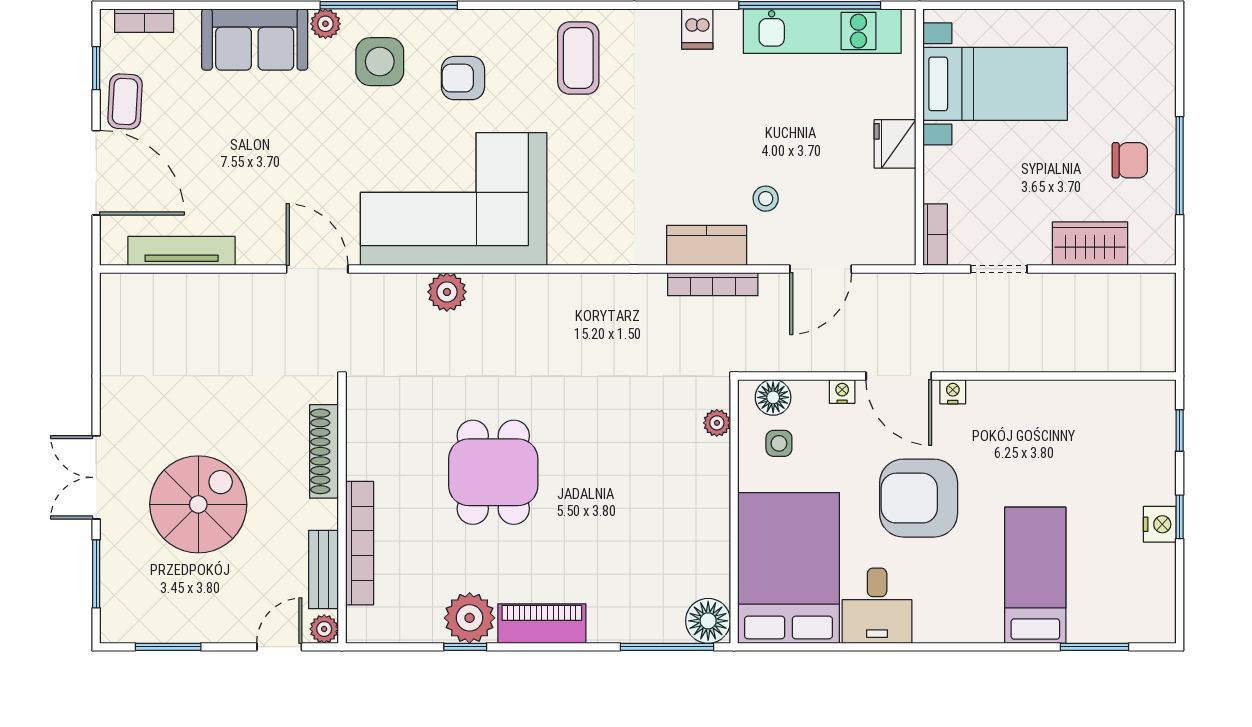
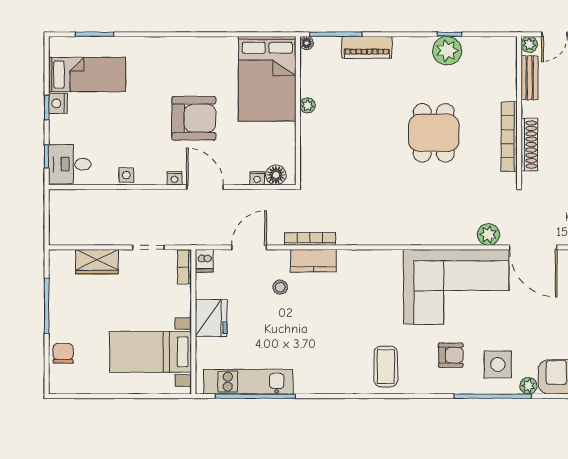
dishwasher: (697, 29) -> (205, 261), moved, turned 180
fridge: (895, 144) -> (211, 318), width x1.36, depth x1.34
chair: (1130, 160) -> (63, 353), moved, turned 90
door: (317, 269) -> (533, 247), width x1.36
plant: (447, 292) -> (489, 234), moved
nightstand: (842, 392) -> (257, 178), moved
plant: (717, 423) -> (308, 105), moved
side table: (779, 443) -> (126, 175), moved
bookcase: (360, 543) -> (509, 137), moved
bed: (1035, 575) -> (87, 75), moved, turned -90
desk: (877, 606) -> (70, 164), moved, turned -90
floor lamp: (708, 621) -> (307, 43), width x0.53, depth x0.53
piano: (542, 624) -> (367, 47), moved

